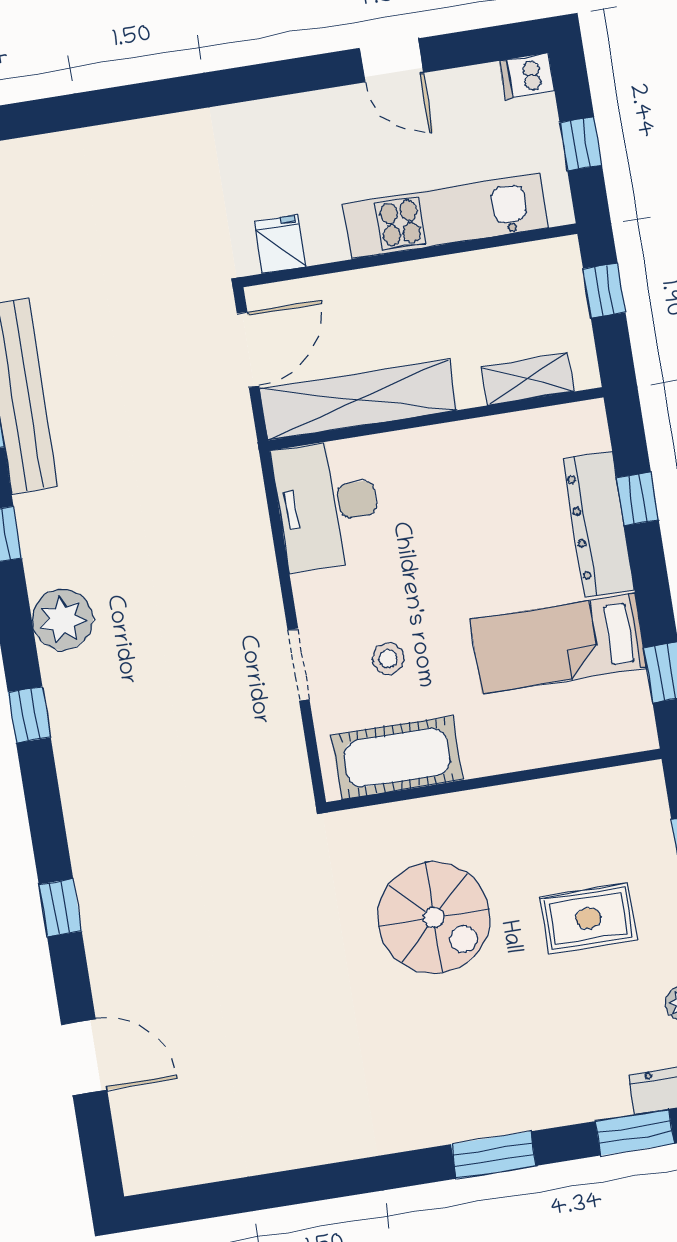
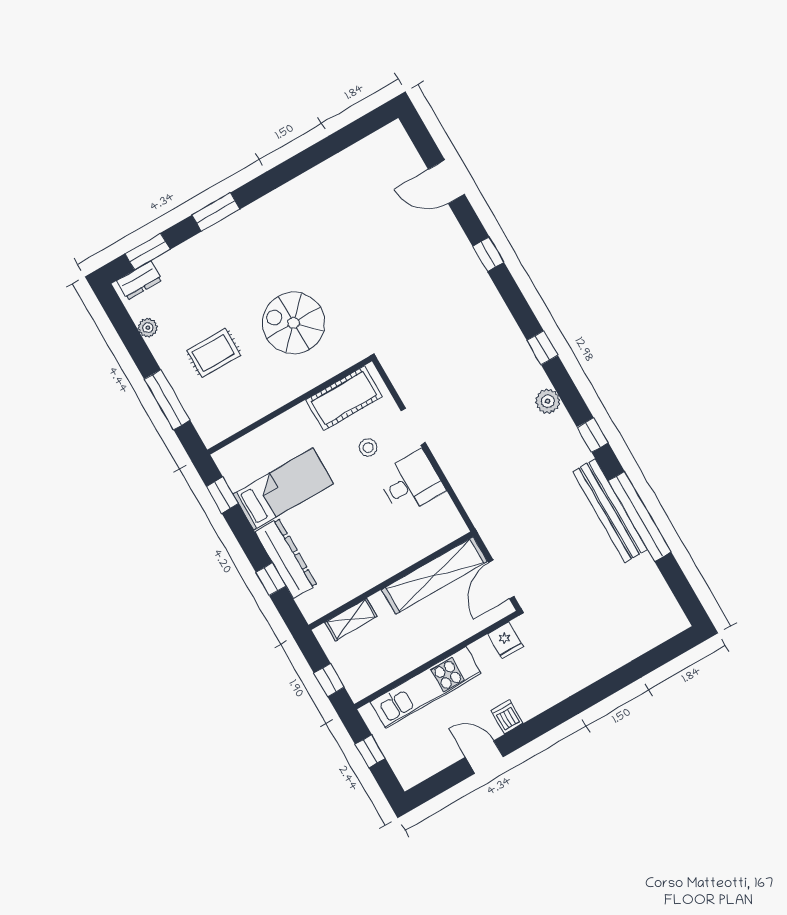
dishwasher: (527, 76) -> (507, 717), moved, turned -90
desk: (327, 504) -> (411, 483), moved, width x0.73
plant: (63, 620) -> (548, 401), width x0.73, depth x0.73

